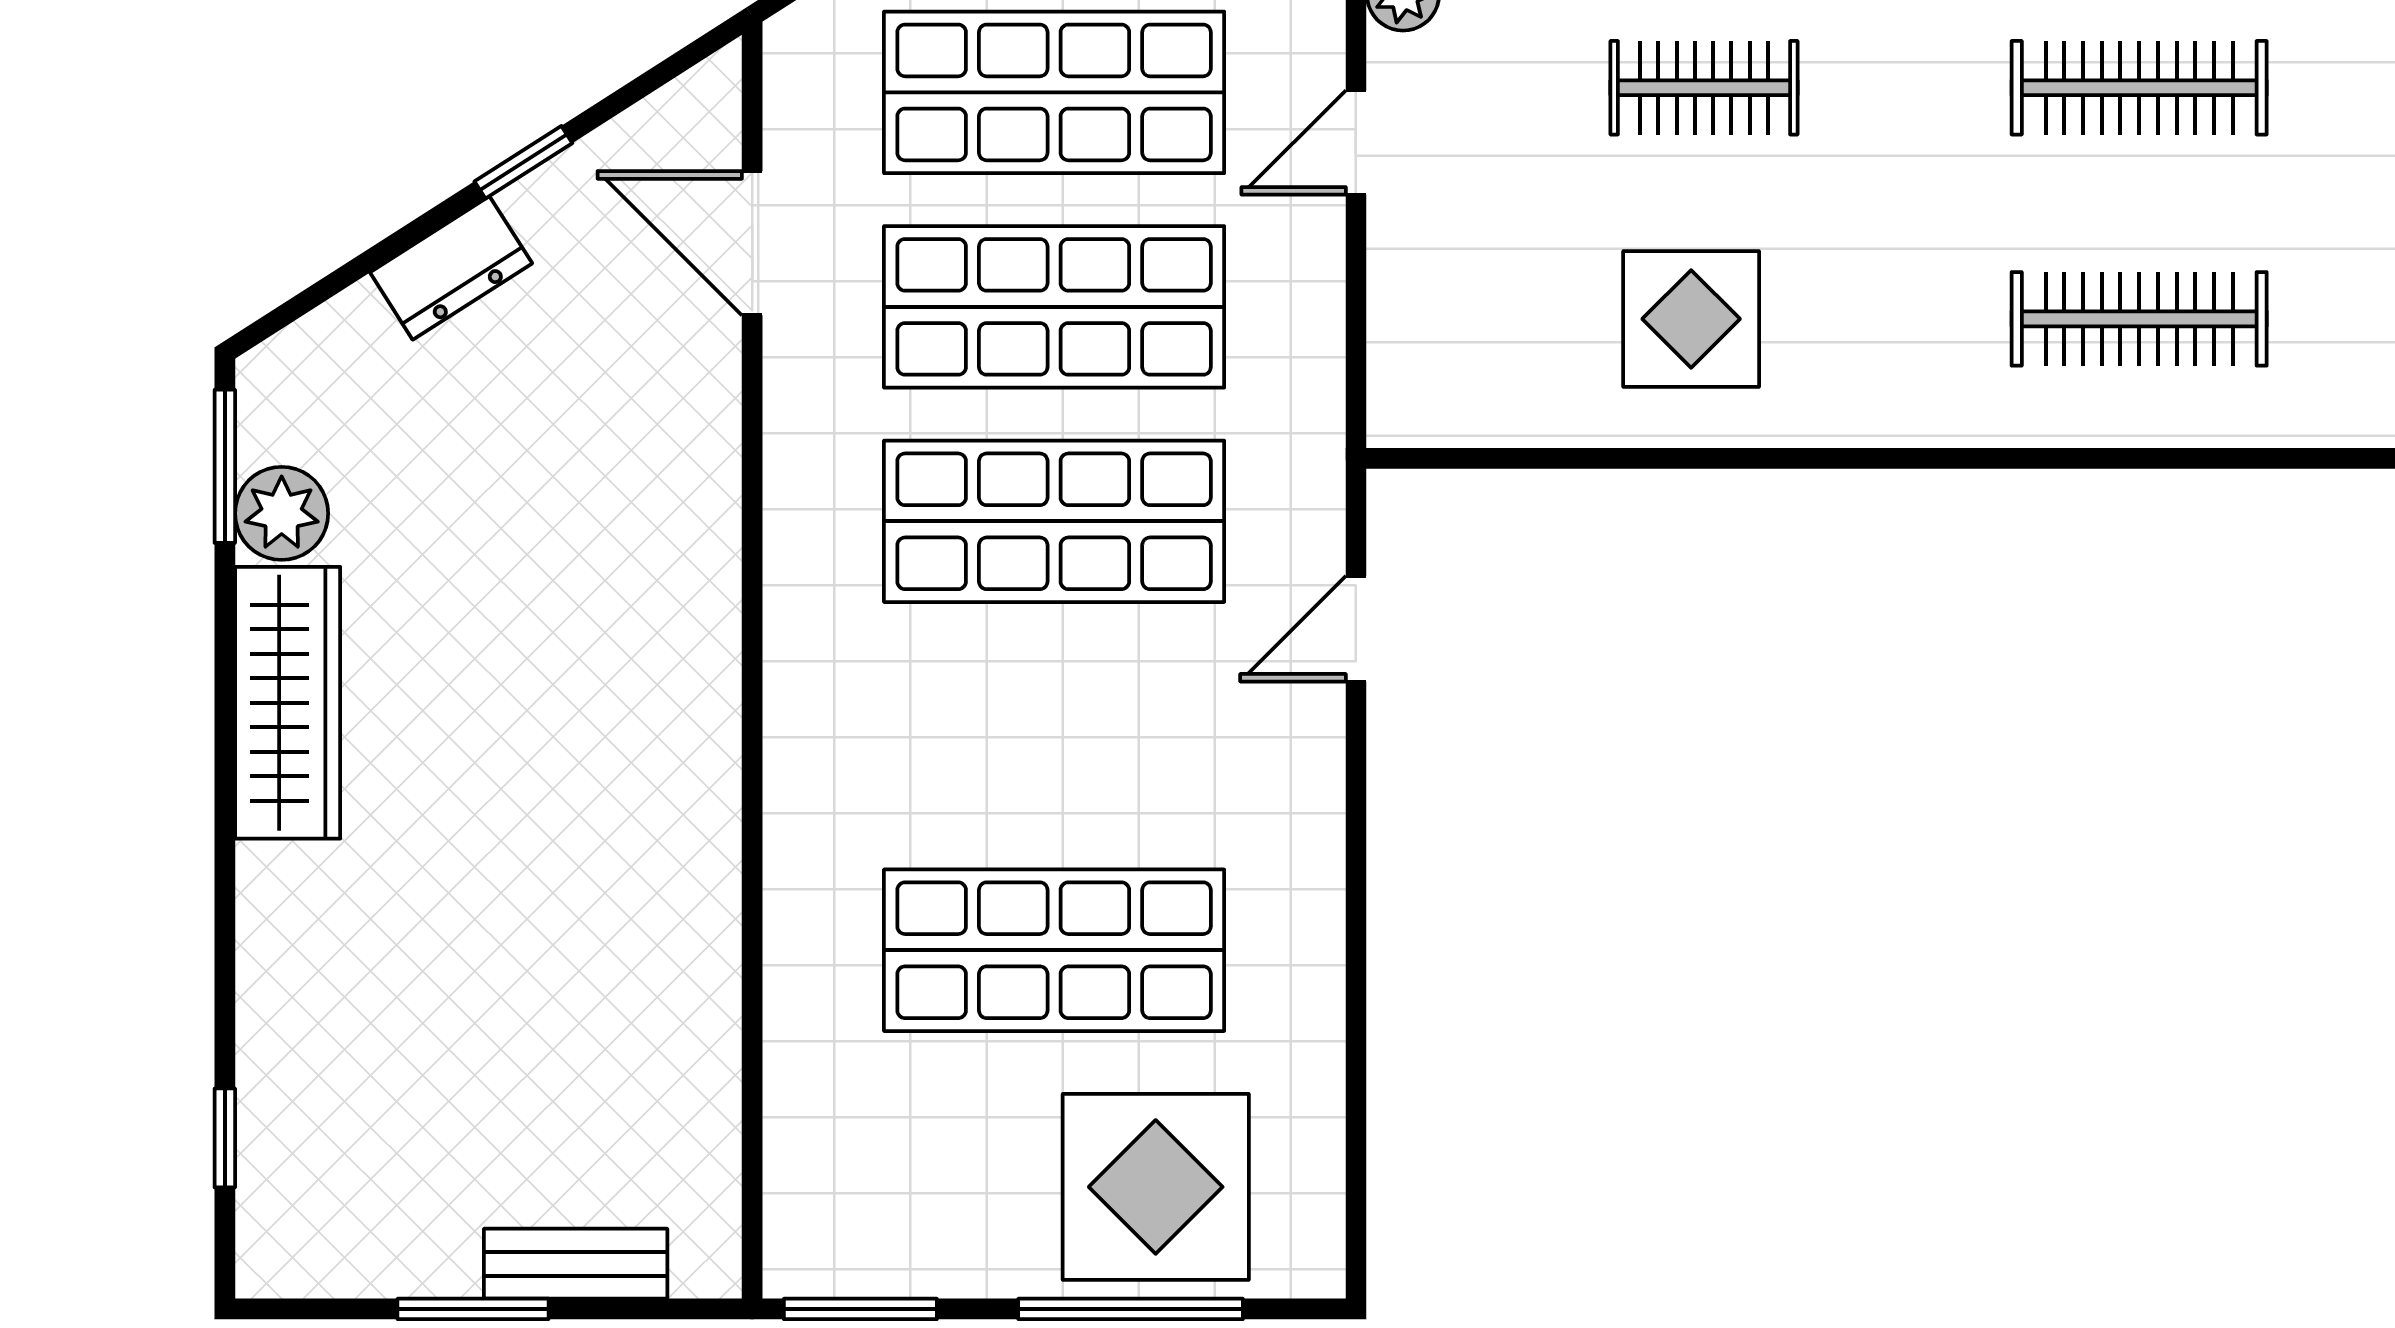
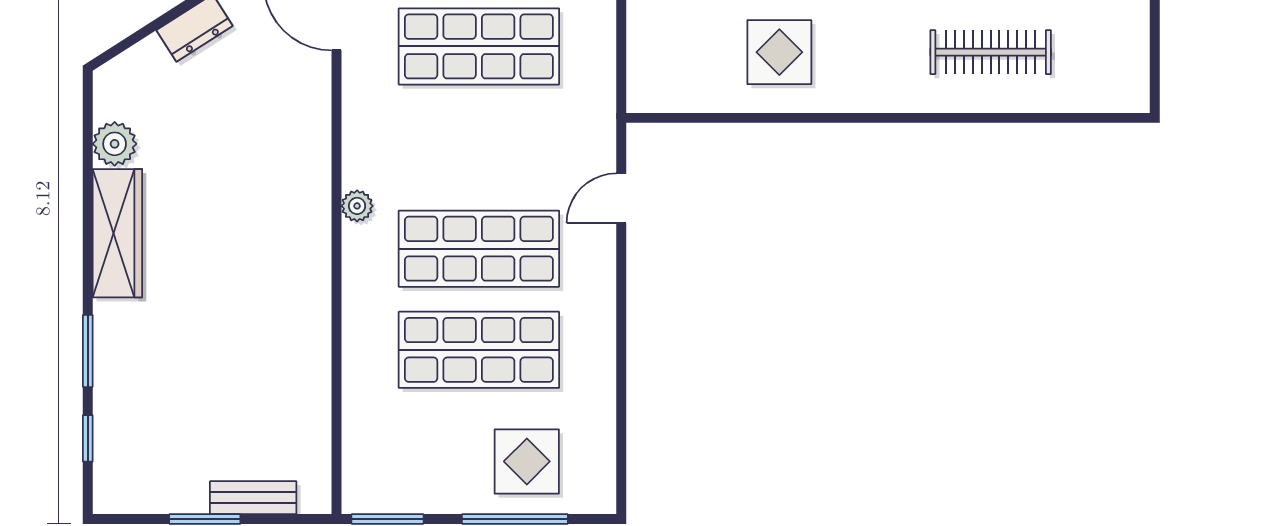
window: (225, 466) -> (88, 351), moved
shop shelf: (1054, 521) -> (479, 249), moved
plant: (796, 645) -> (357, 206), added
display table: (1156, 1187) -> (527, 461), width x0.73, depth x0.73

